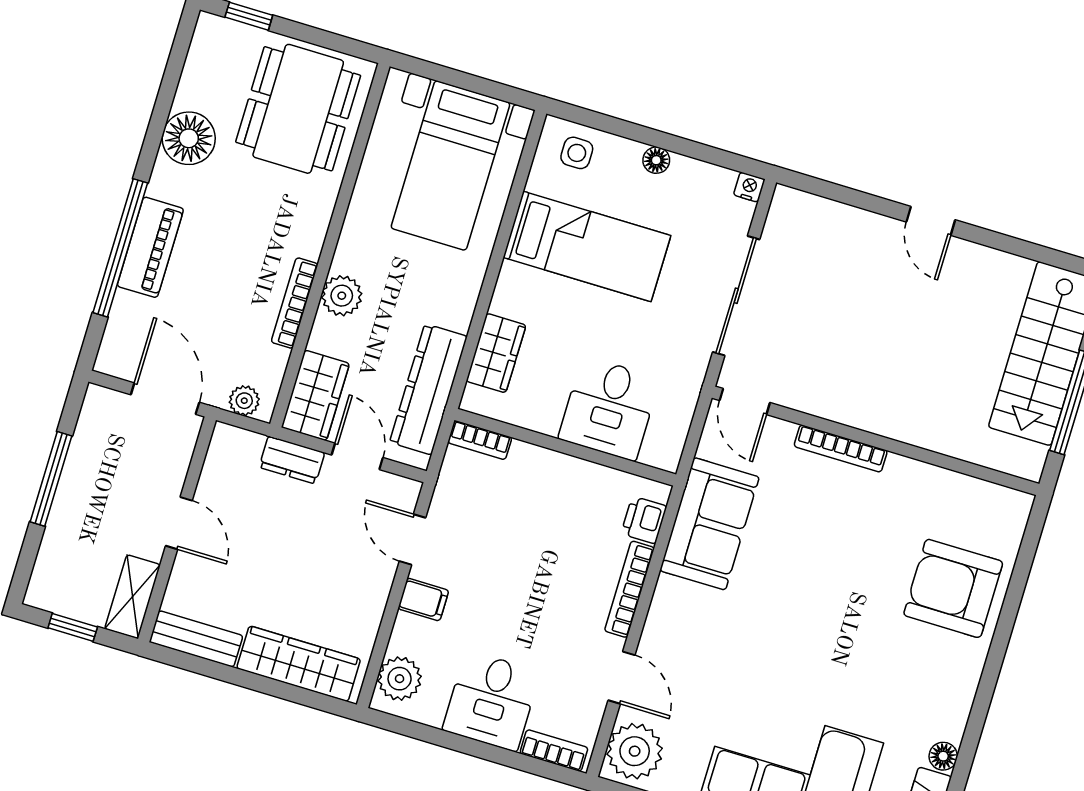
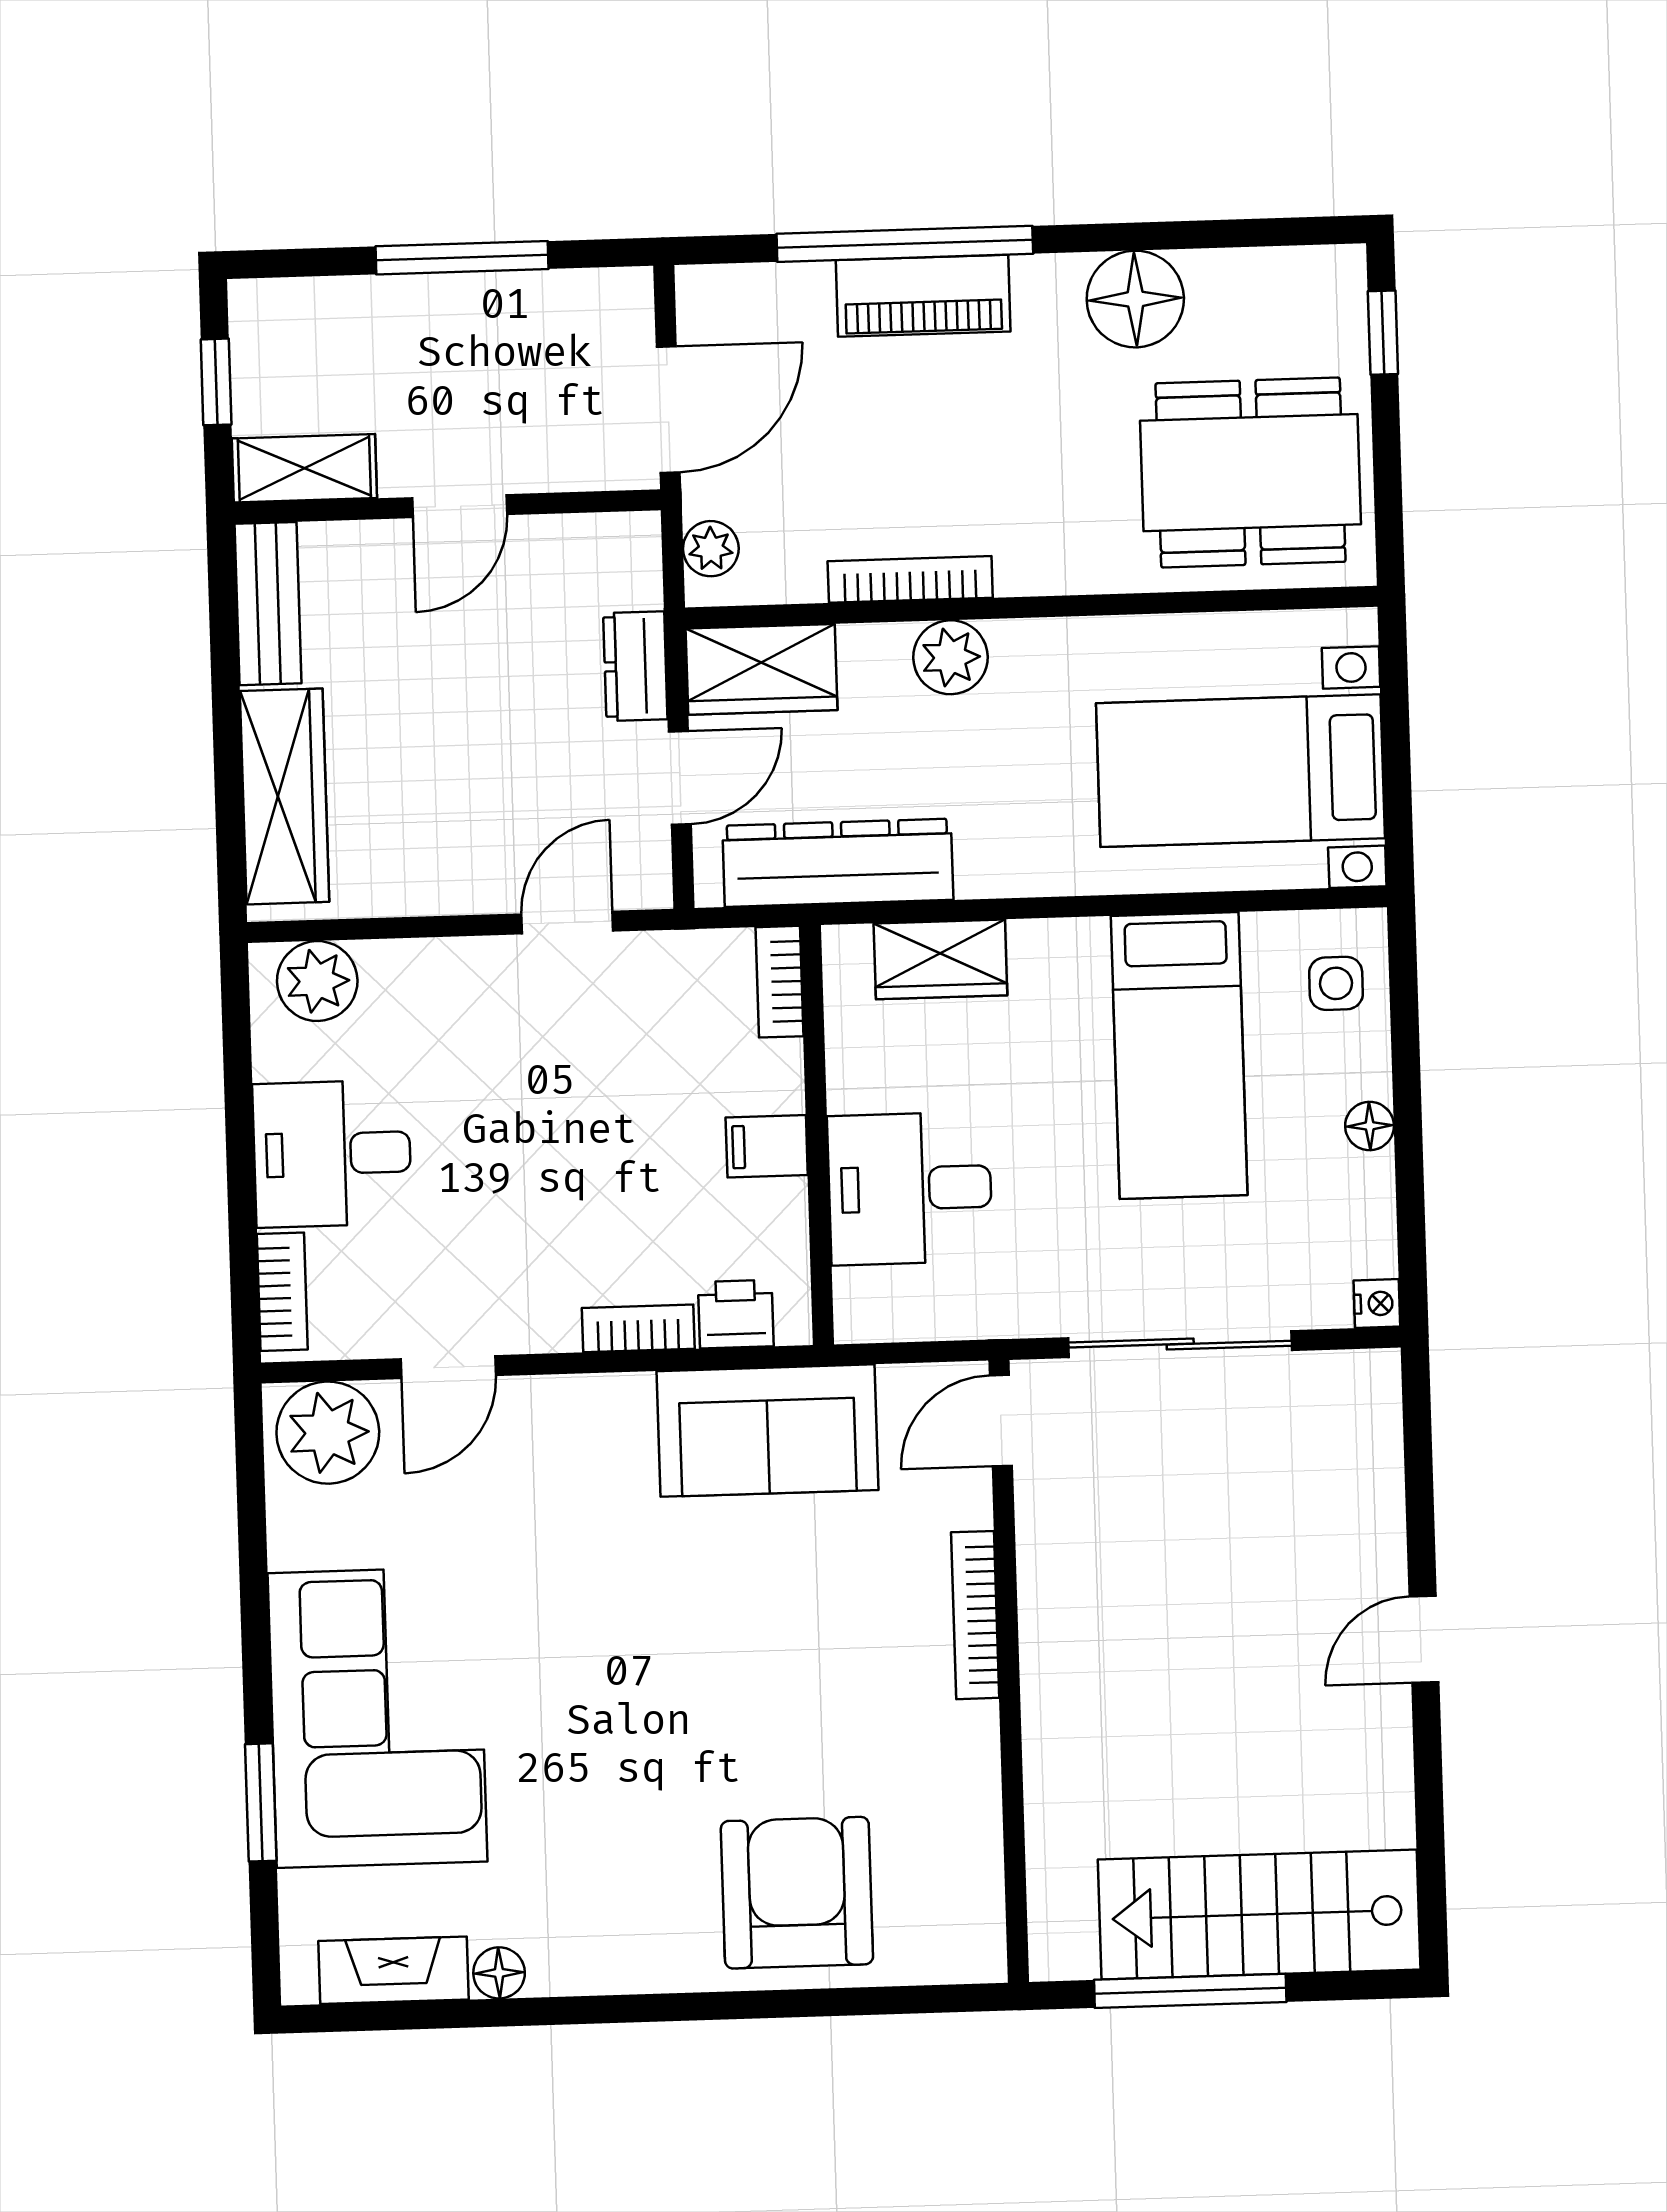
bookcase: (629, 589) -> (638, 1328), width x0.64
filing cabinet: (423, 600) -> (767, 1146), moved, turned 90

